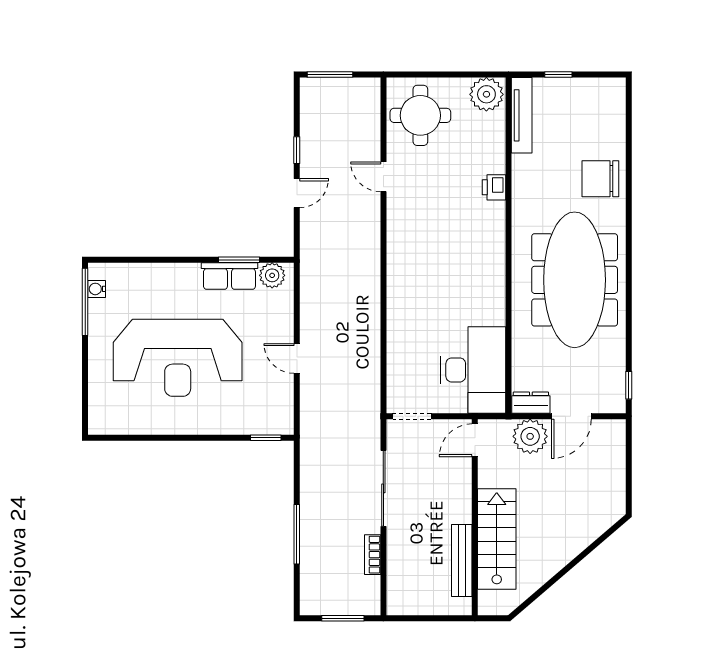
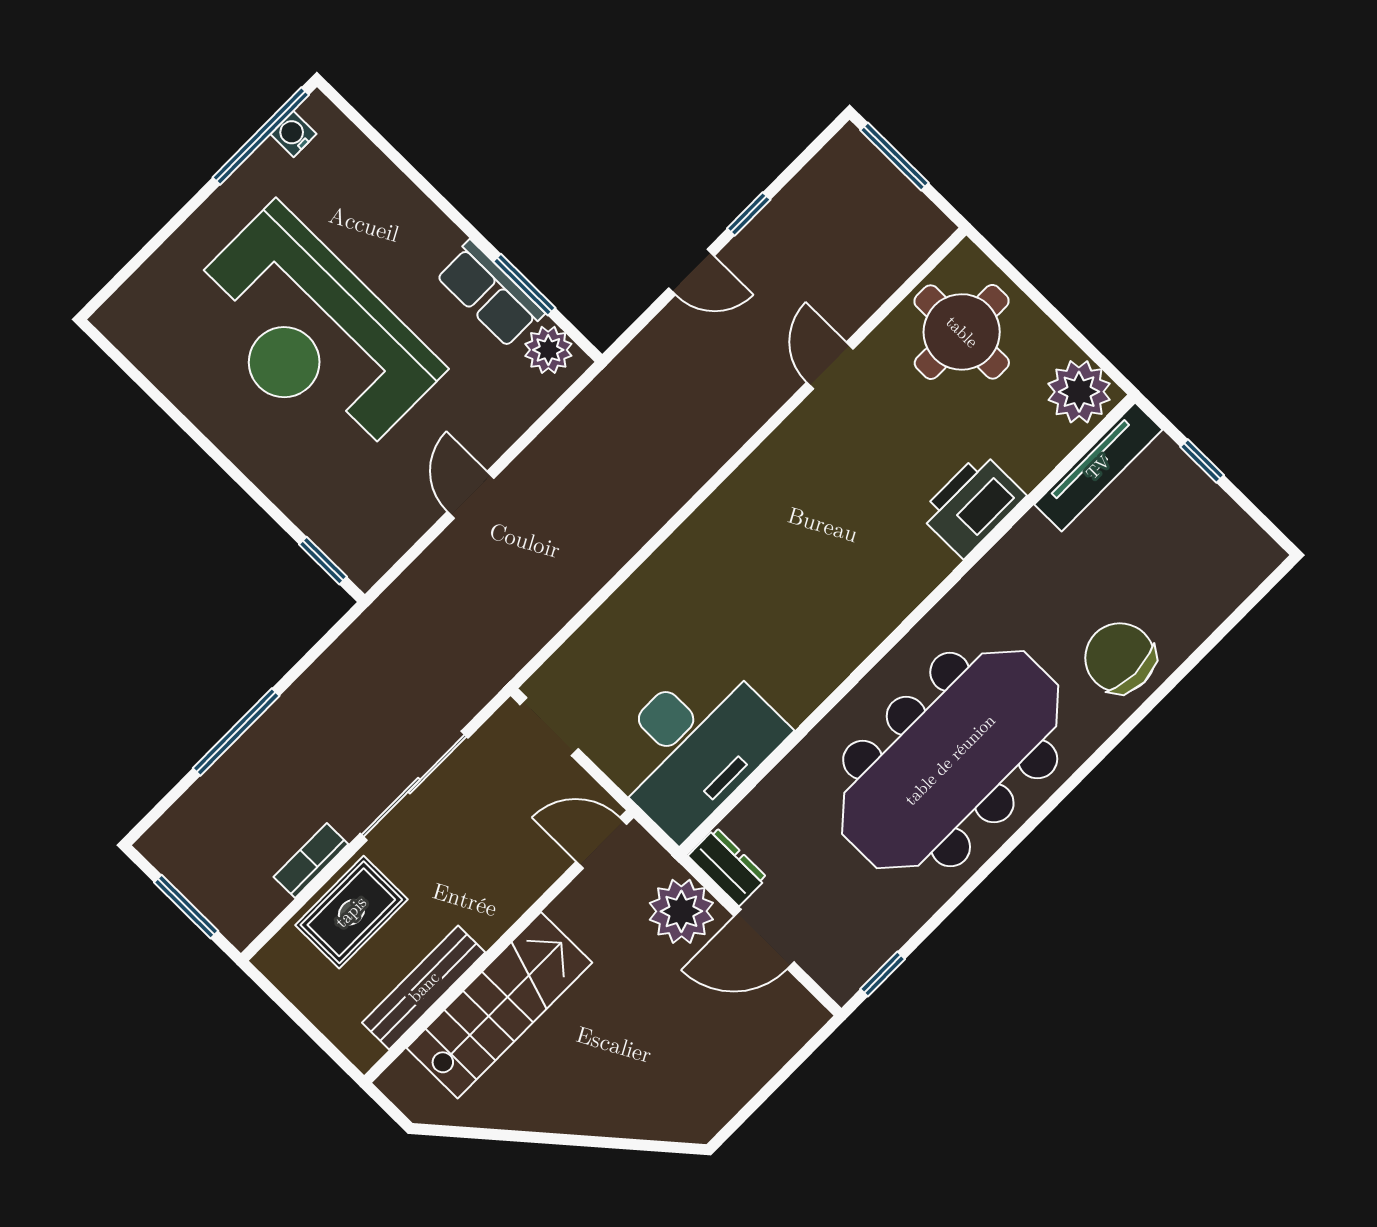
printer: (494, 187) -> (972, 505), width x1.87, depth x1.48
rug: (407, 559) -> (351, 912), added

